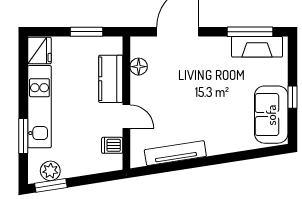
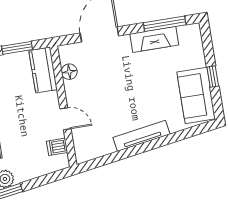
fireplace: (257, 47) -> (154, 39), moved
kitchen counter: (111, 79) -> (43, 70), moved
tv unit: (175, 153) -> (141, 136), moved

